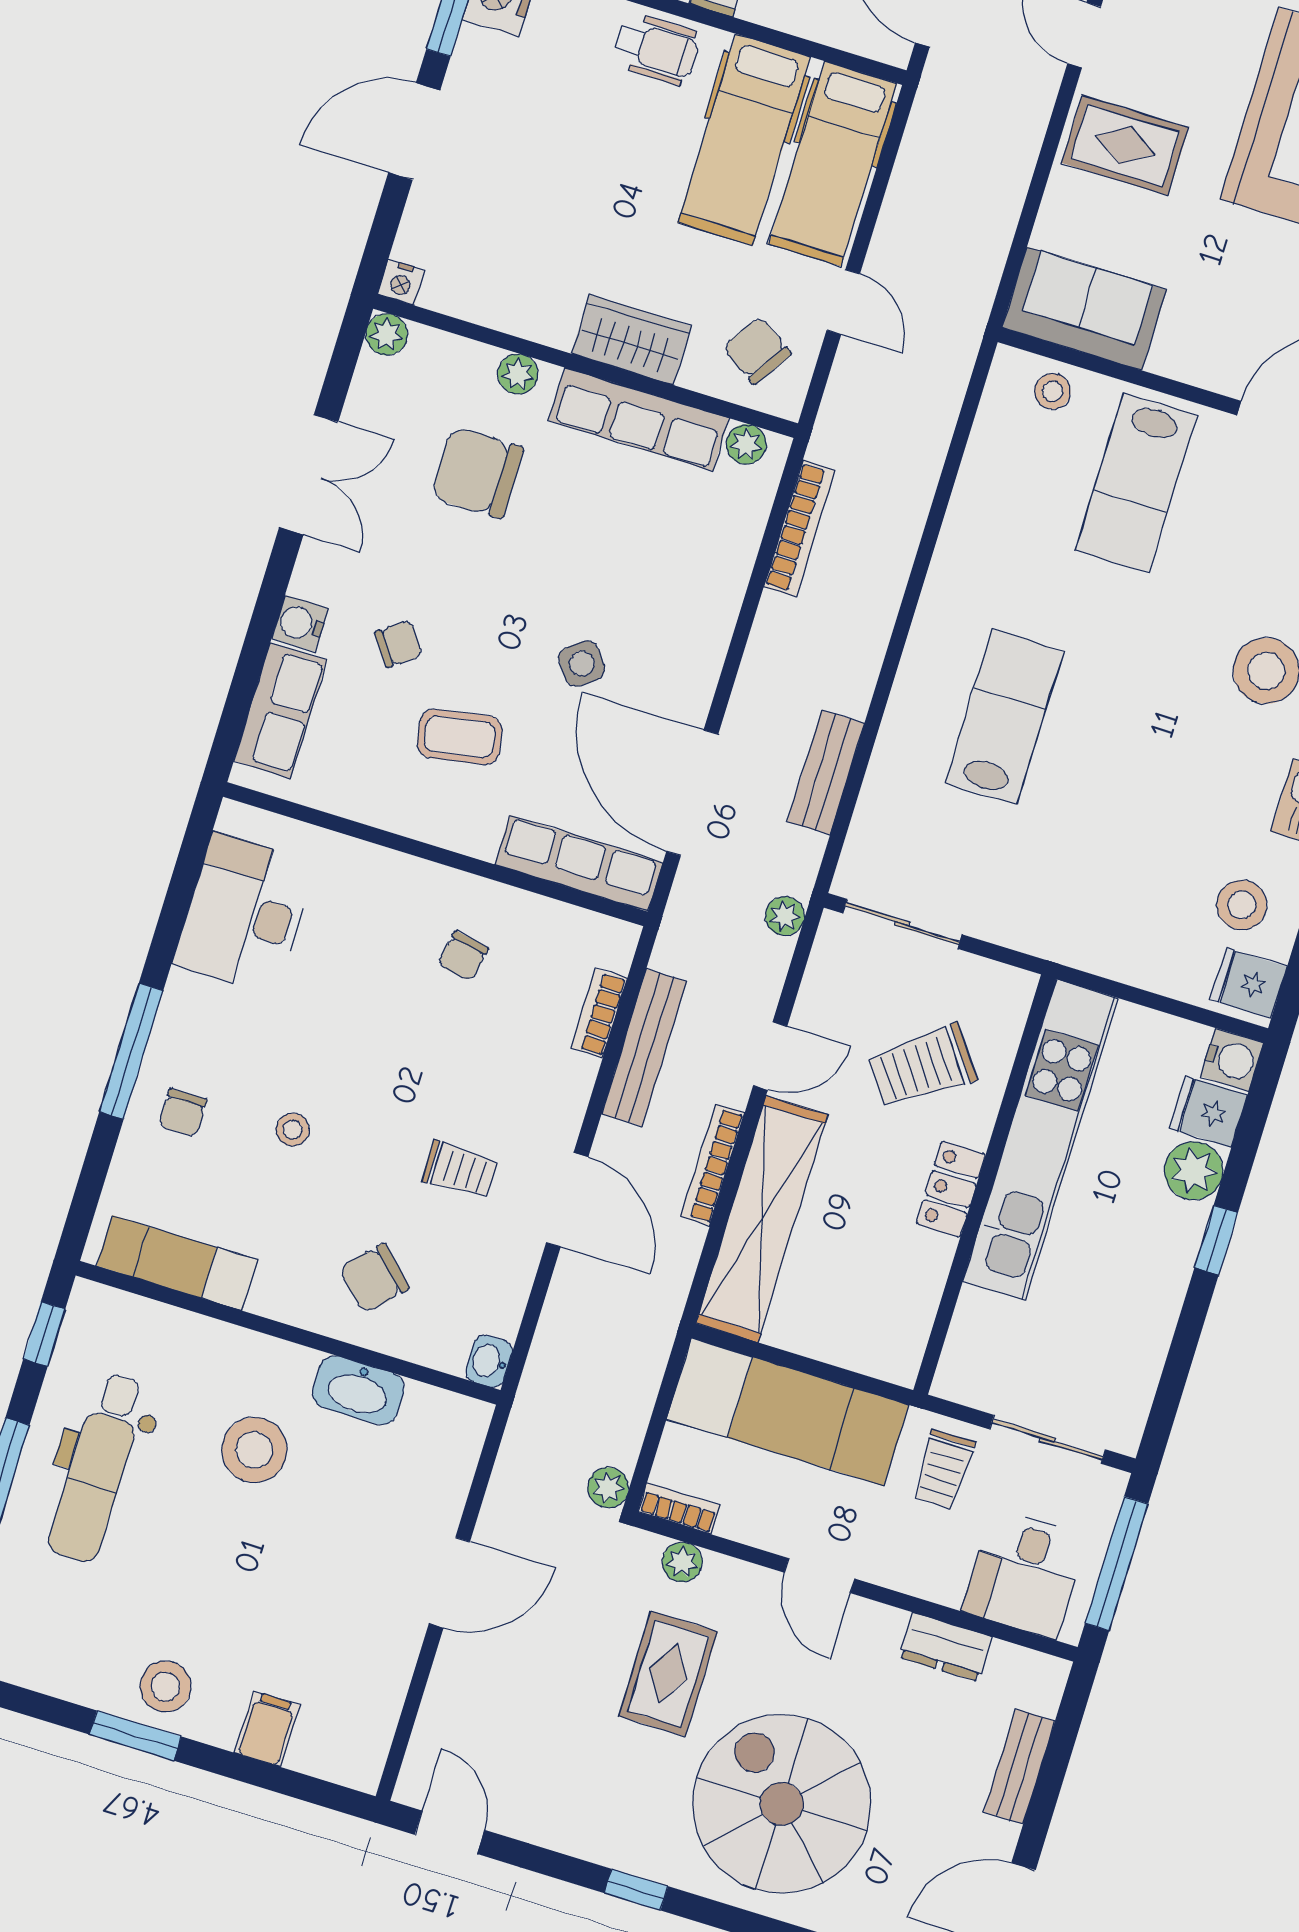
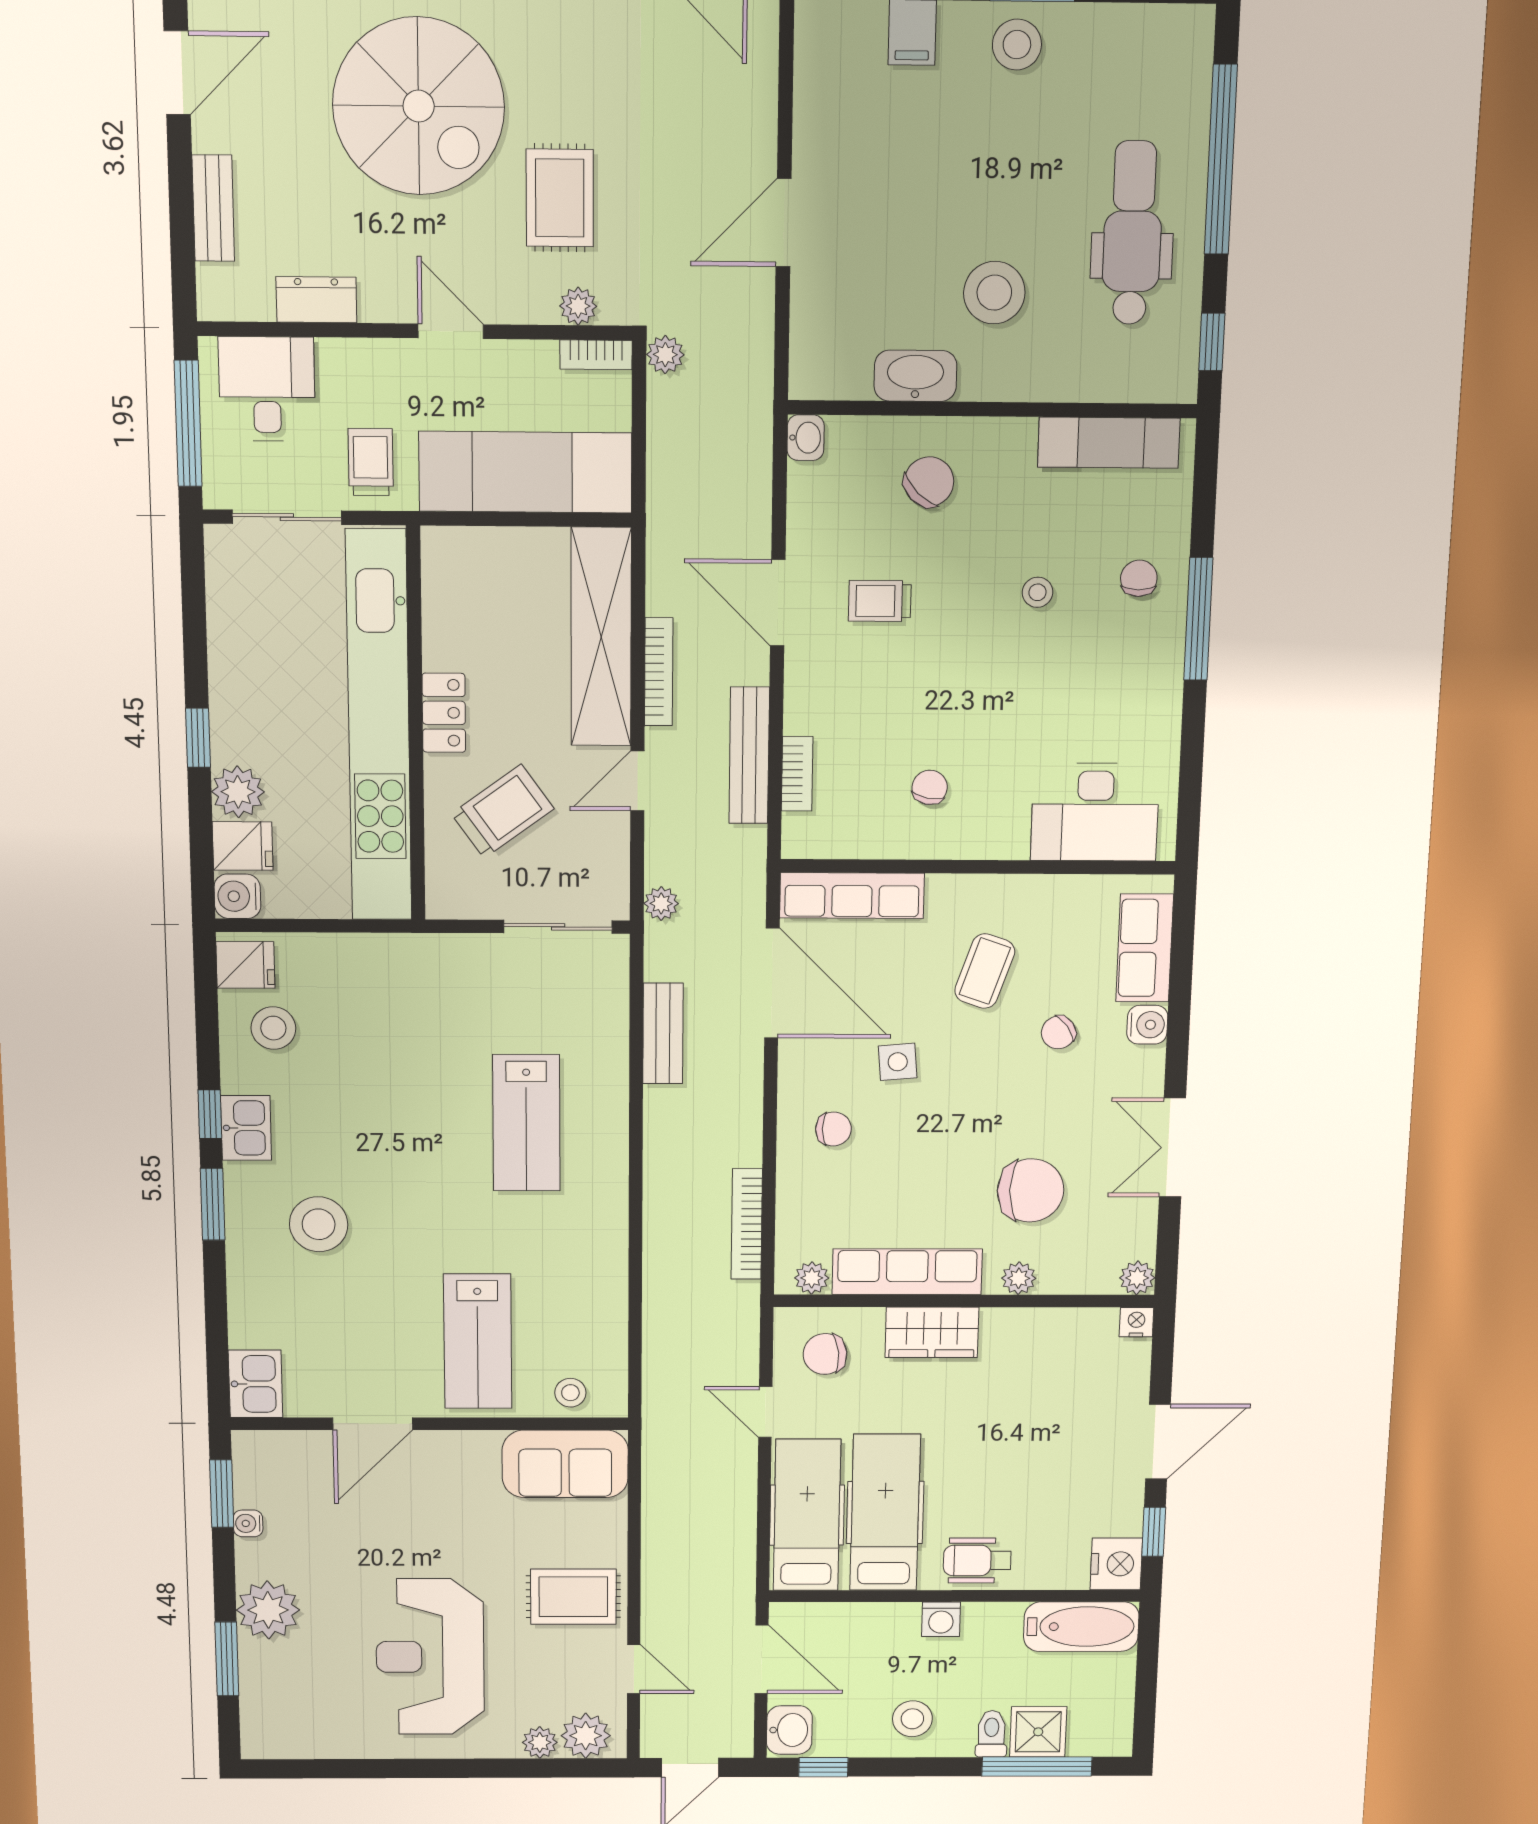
chair: (757, 350) -> (825, 1354), turned 141
lab bench: (1136, 483) -> (478, 1341), turned 180
chair: (673, 609) -> (833, 1129), added
side table: (582, 664) -> (898, 1062), turned 32
coffee table: (460, 737) -> (985, 971), turned -61
desk: (244, 914) -> (1095, 812), moved, turned 90
kitchen unit: (1040, 1140) -> (379, 727), width x1.36

